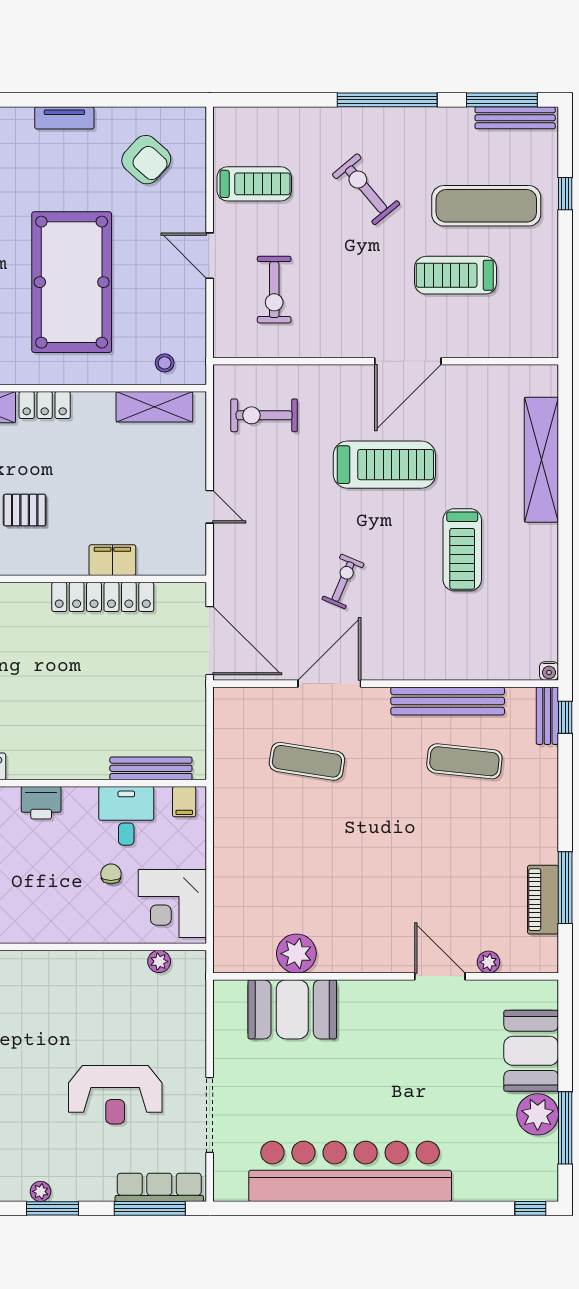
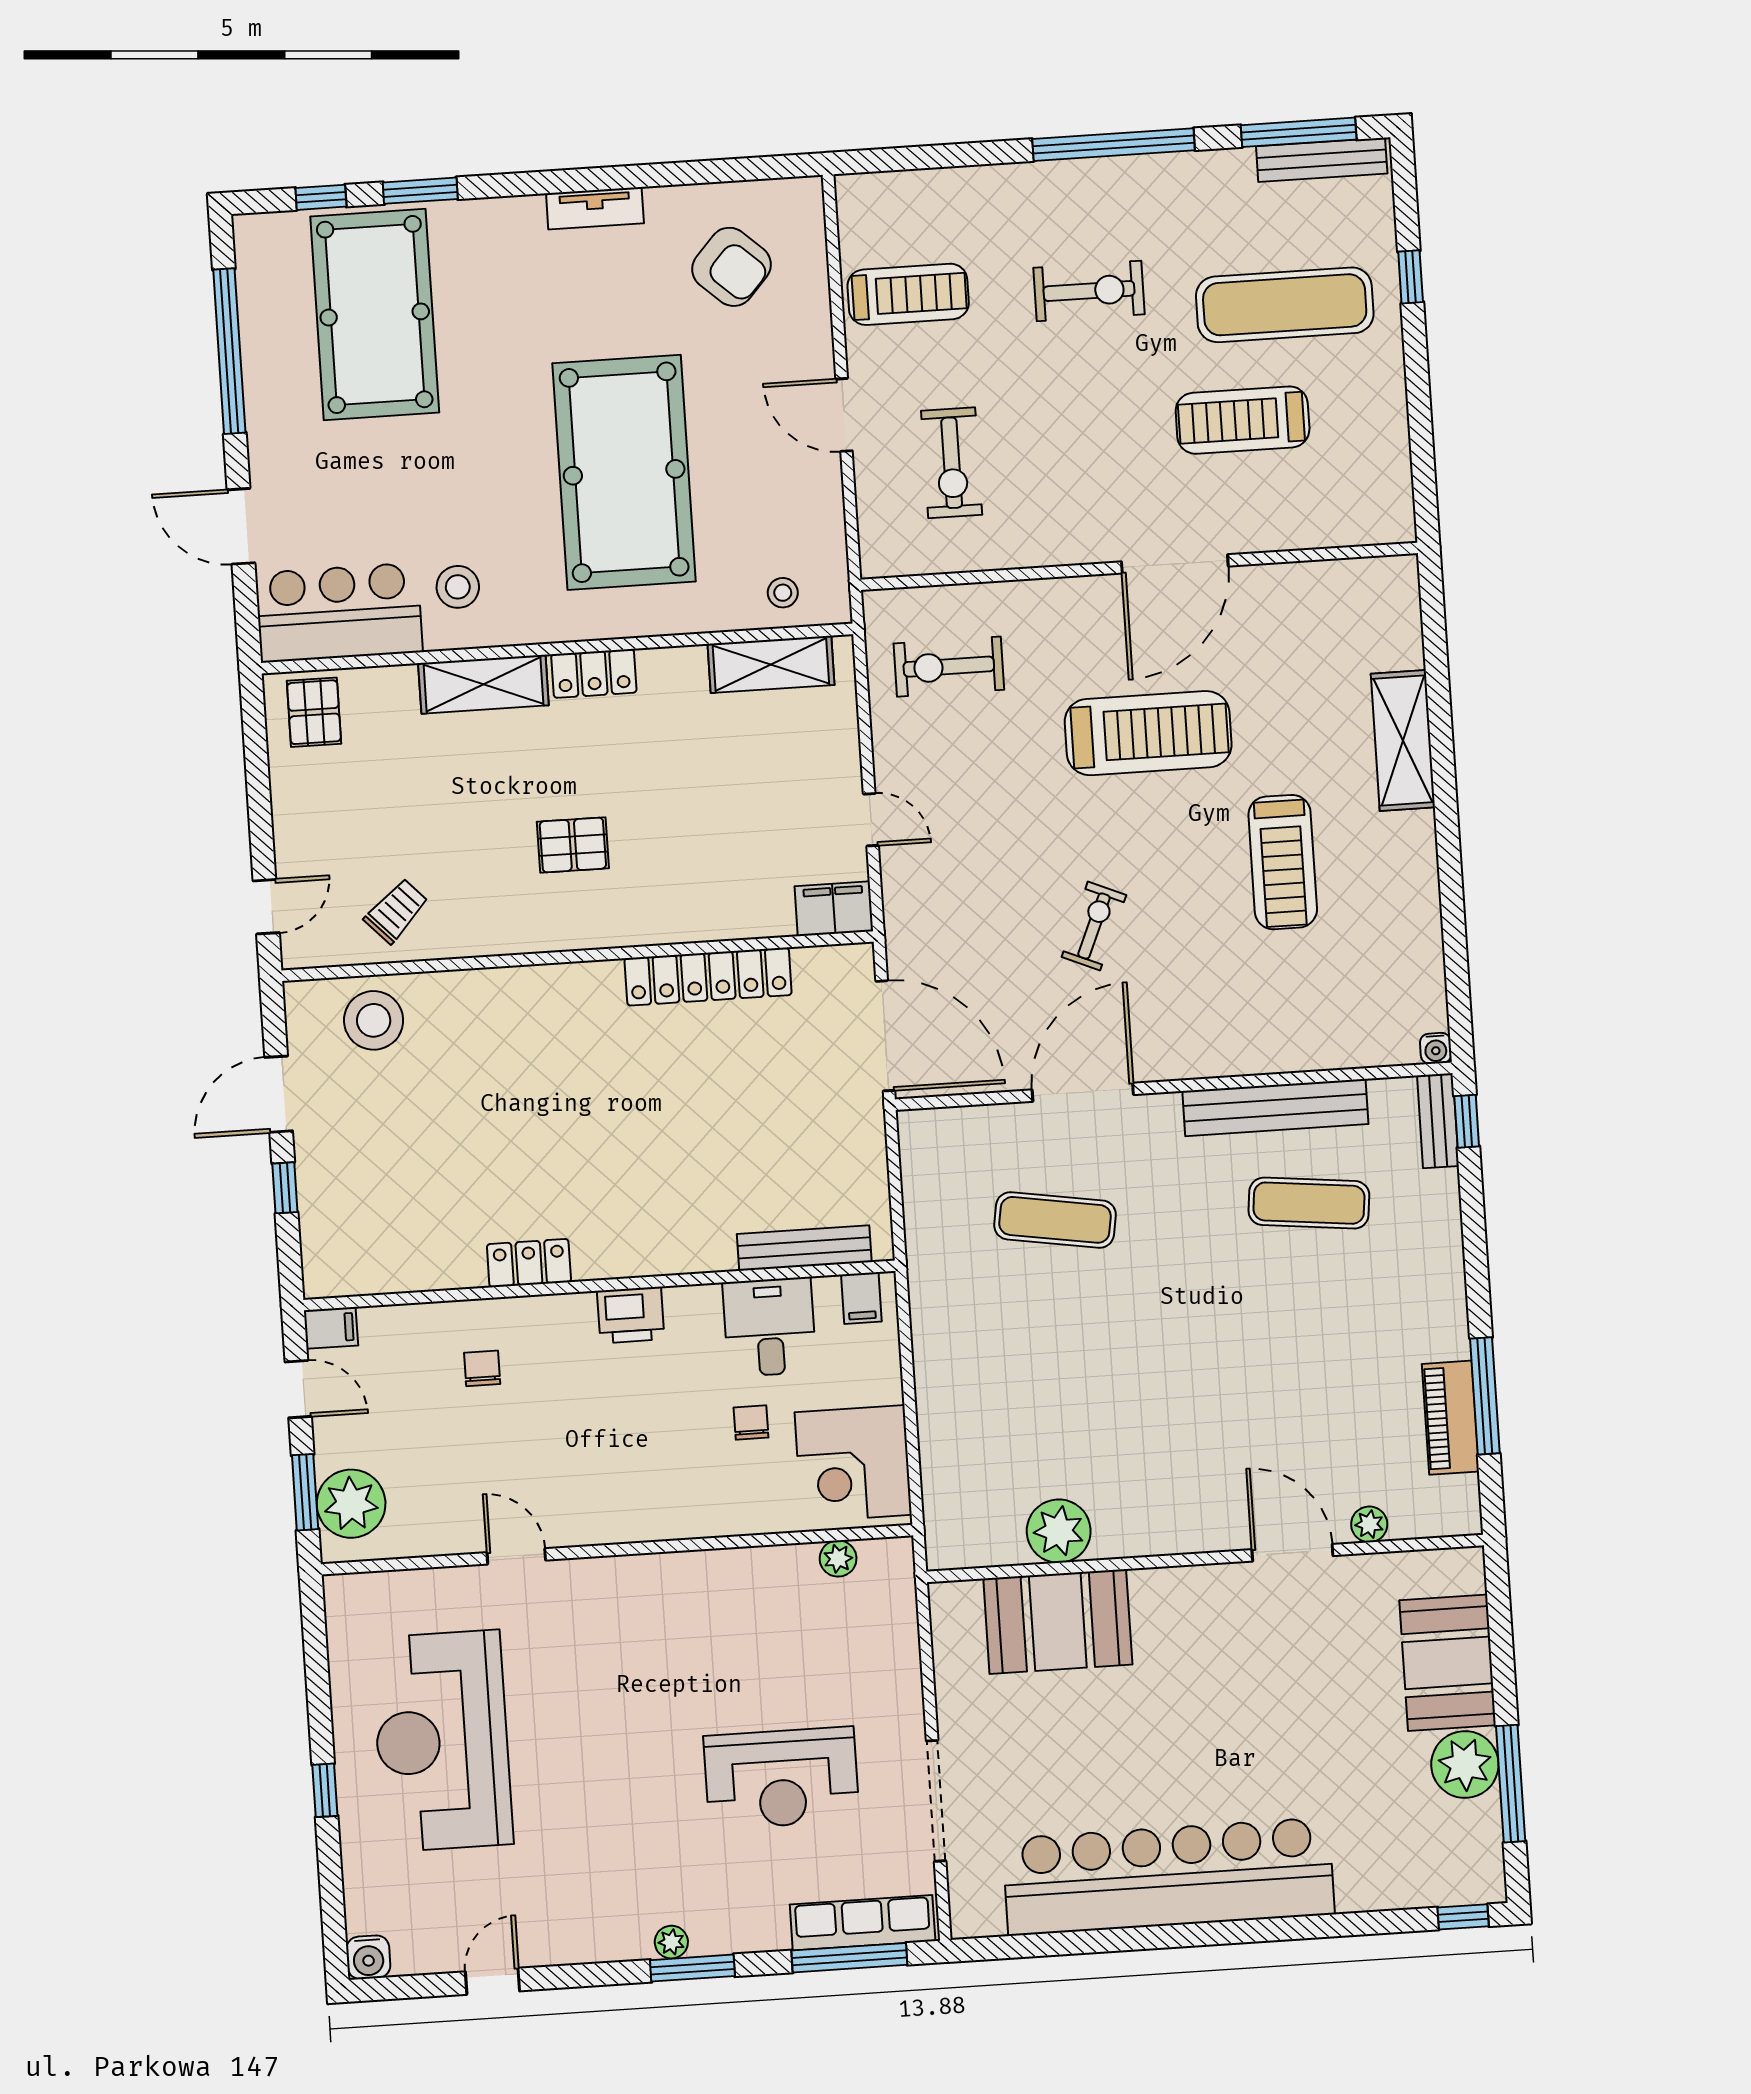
exercise bike: (366, 189) -> (1089, 291), turned 130
shelving: (541, 460) -> (1403, 741), width x0.68
filing cabinet: (112, 560) -> (834, 909), moved

